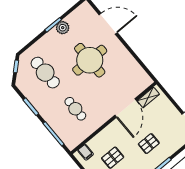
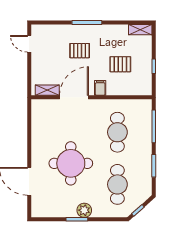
plant: (63, 28) -> (84, 210), moved
cafe table: (75, 109) -> (117, 132), width x1.37, depth x1.35
filing cabinet: (86, 152) -> (100, 88), moved

